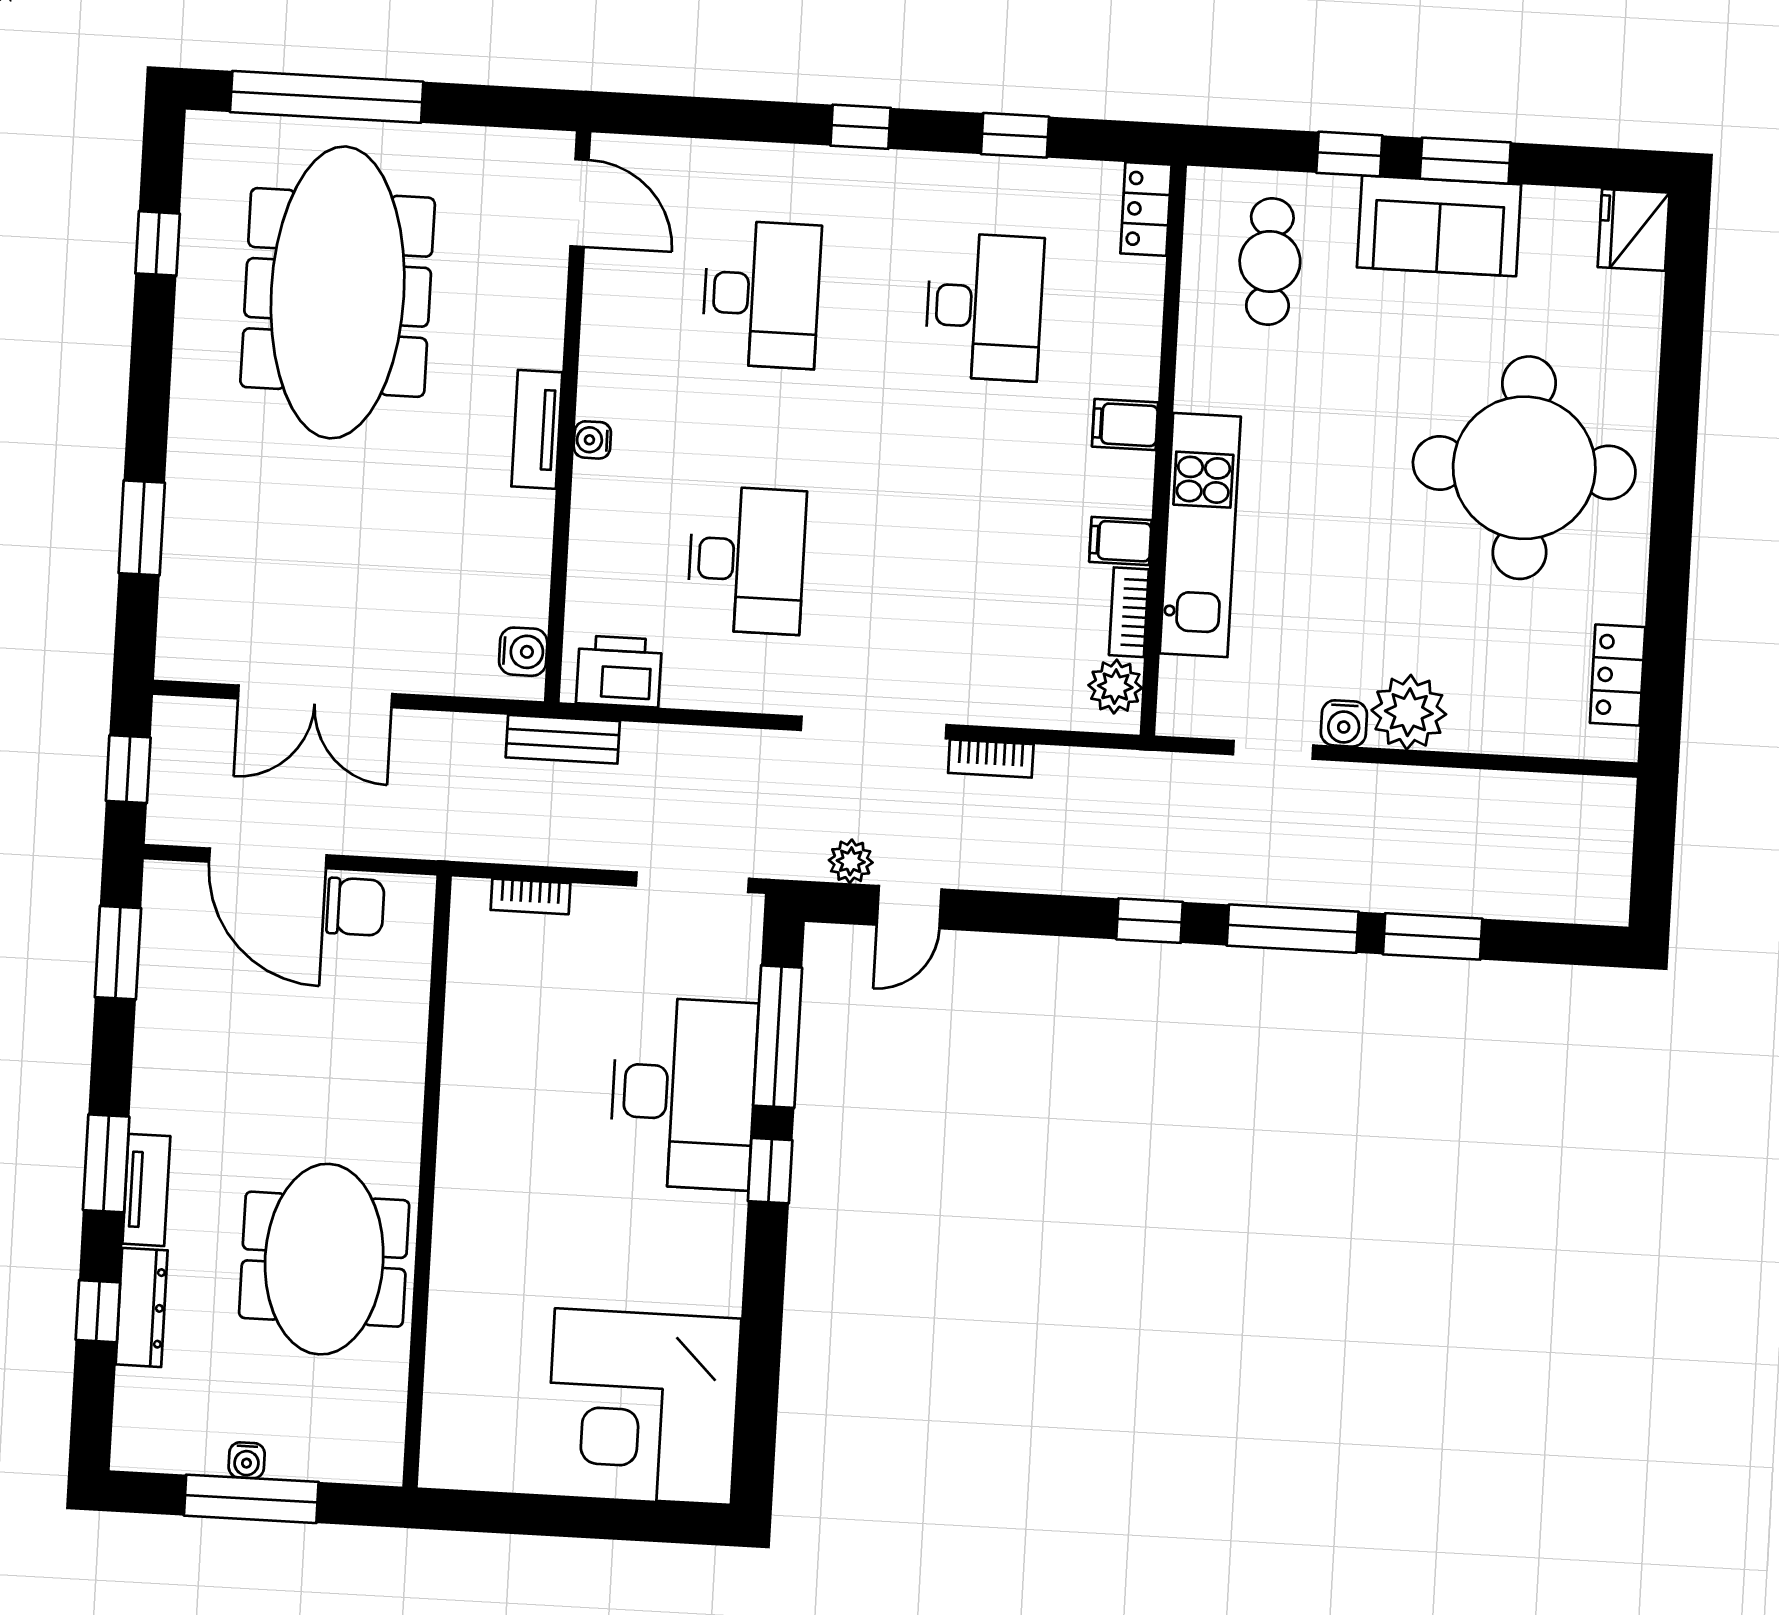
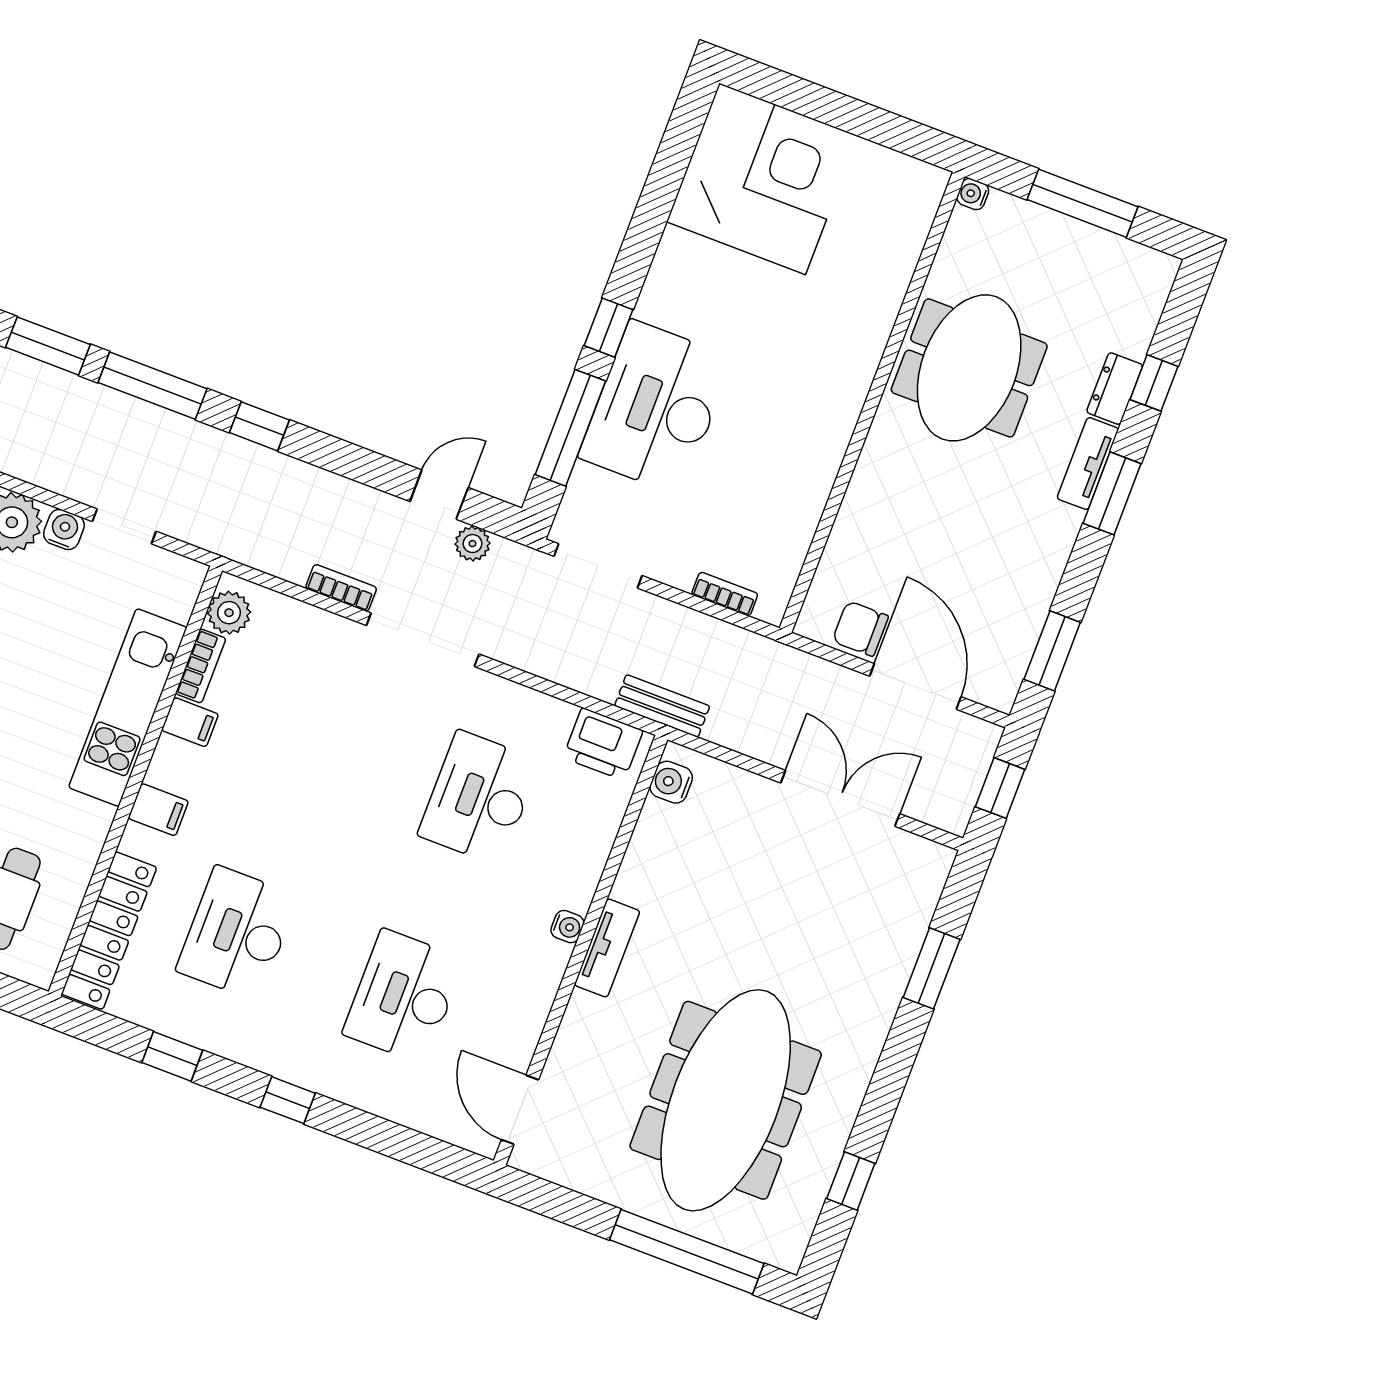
locker: (1146, 209) -> (109, 931), width x2.16, depth x1.21
dresser: (142, 1307) -> (1115, 389), width x0.70
water cooler: (247, 1460) -> (973, 194), moved, turned -90

